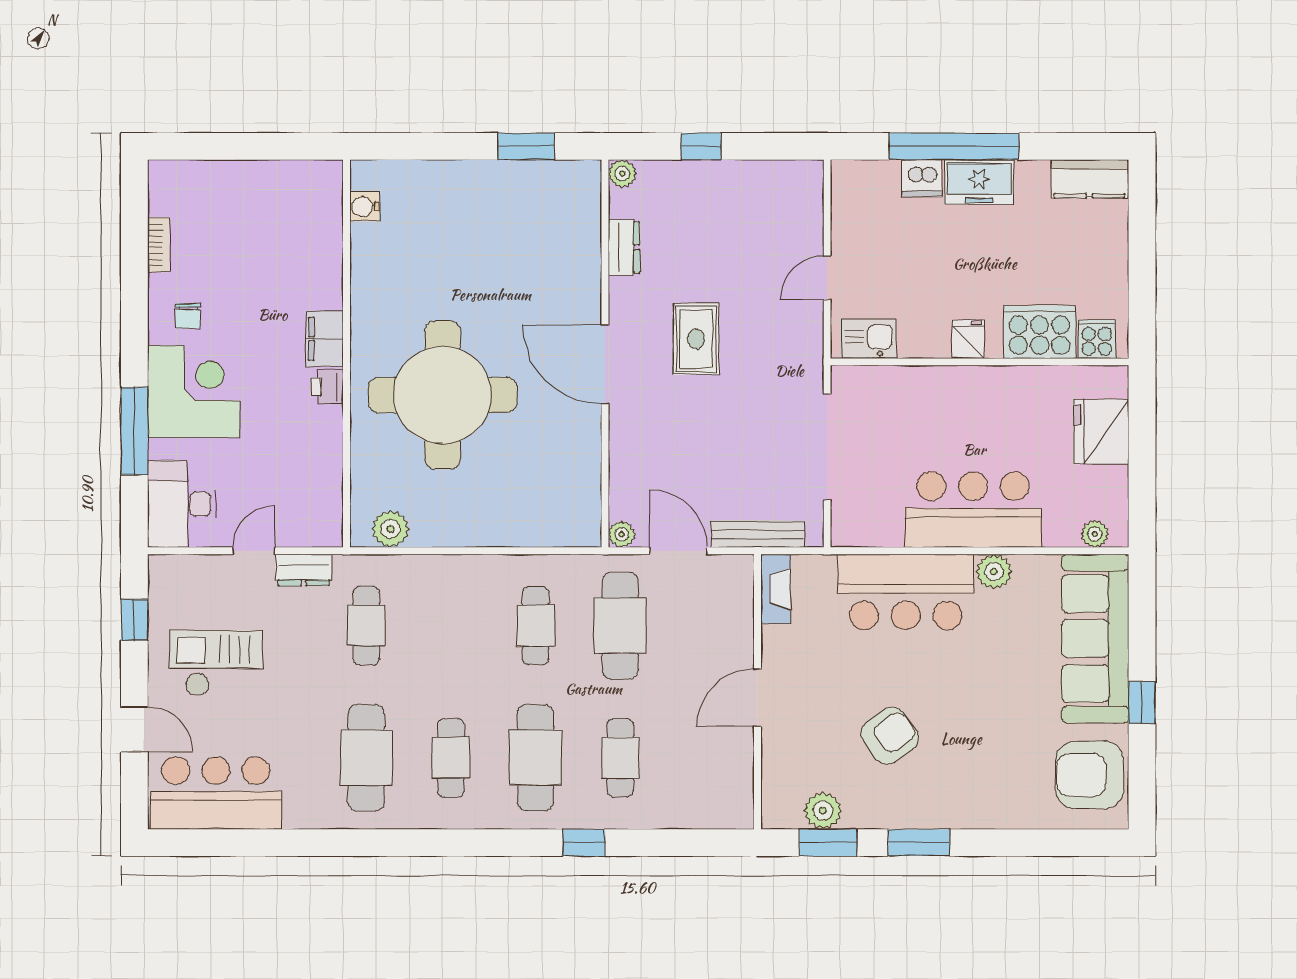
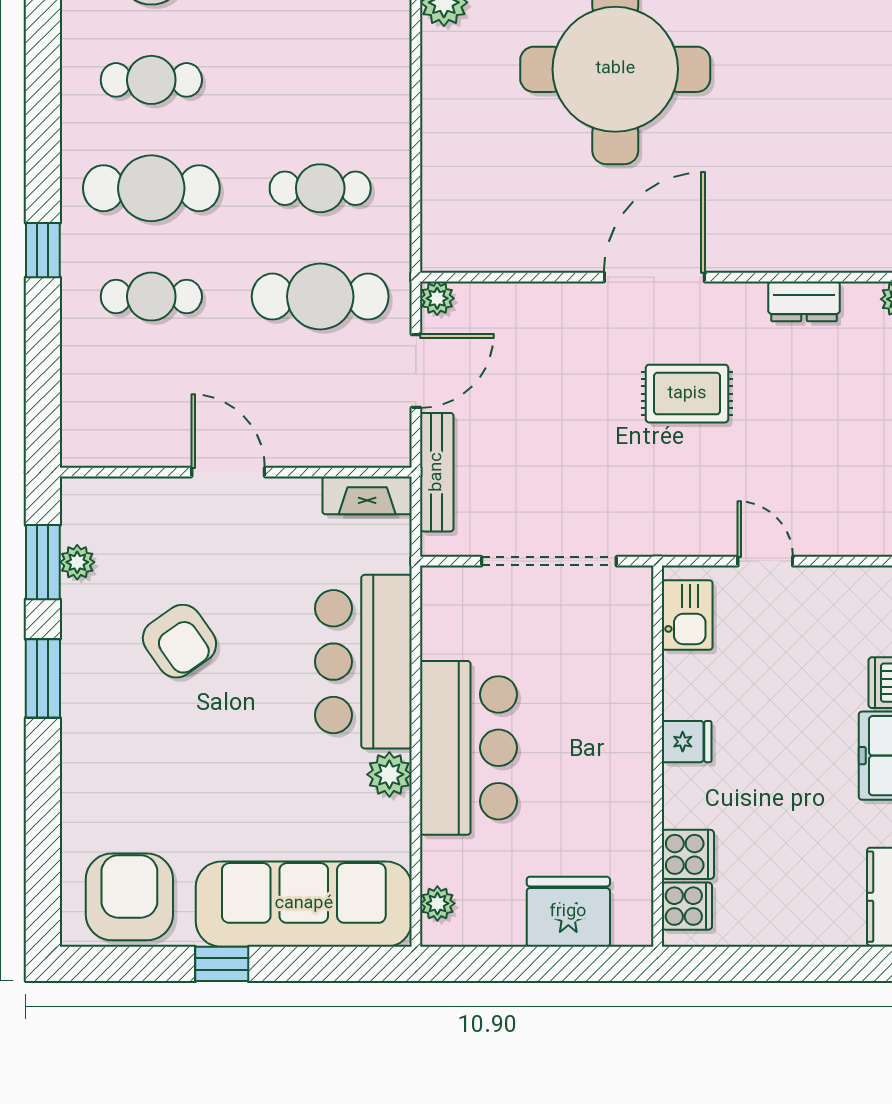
cooker: (1040, 332) -> (688, 854), width x0.53, depth x0.76
plant: (823, 811) -> (77, 562), width x0.73, depth x0.73

